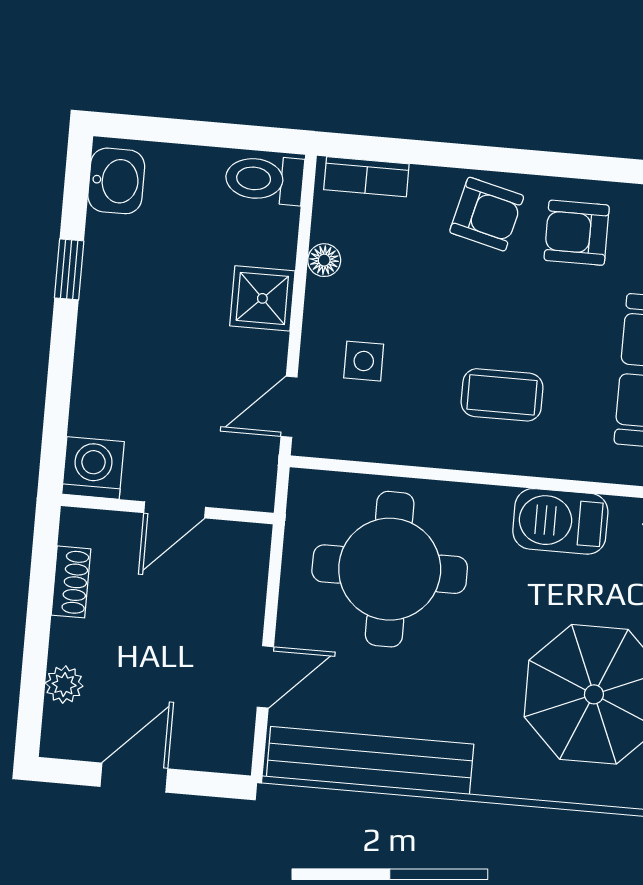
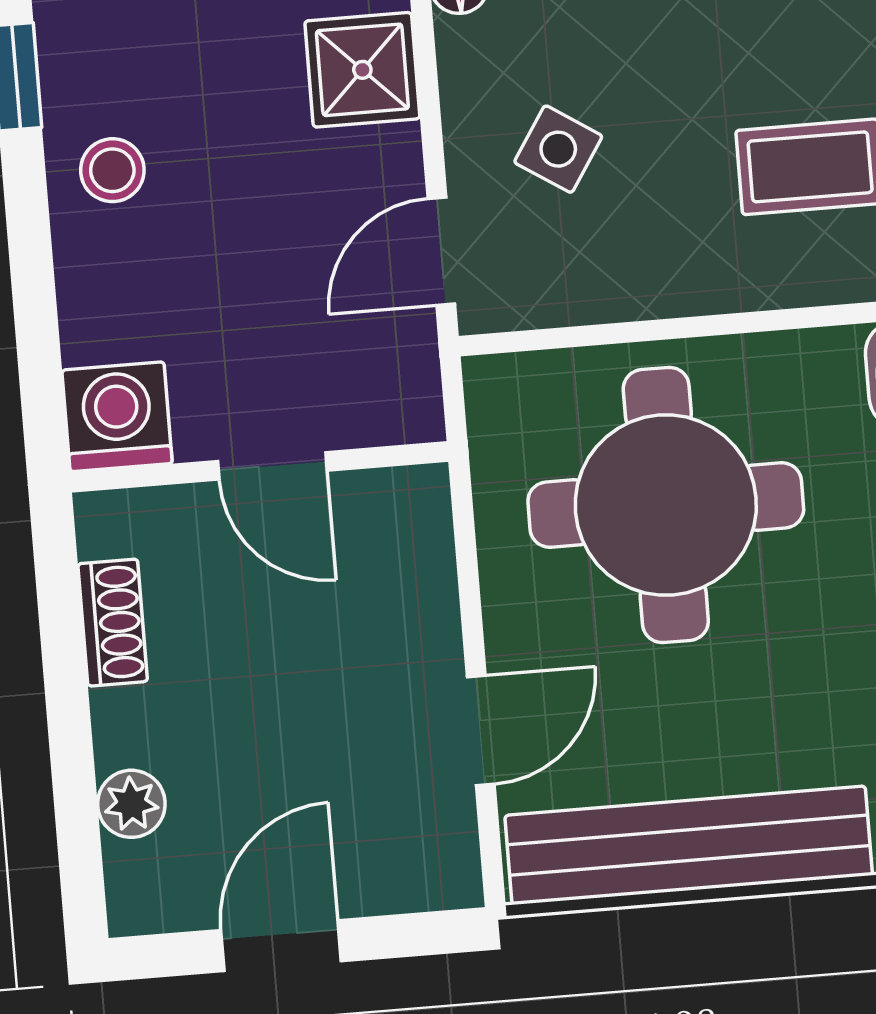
stool: (114, 330) -> (112, 170), added
side table: (364, 361) -> (558, 149), turned 33
door: (175, 510) -> (272, 466), hinge flipped

